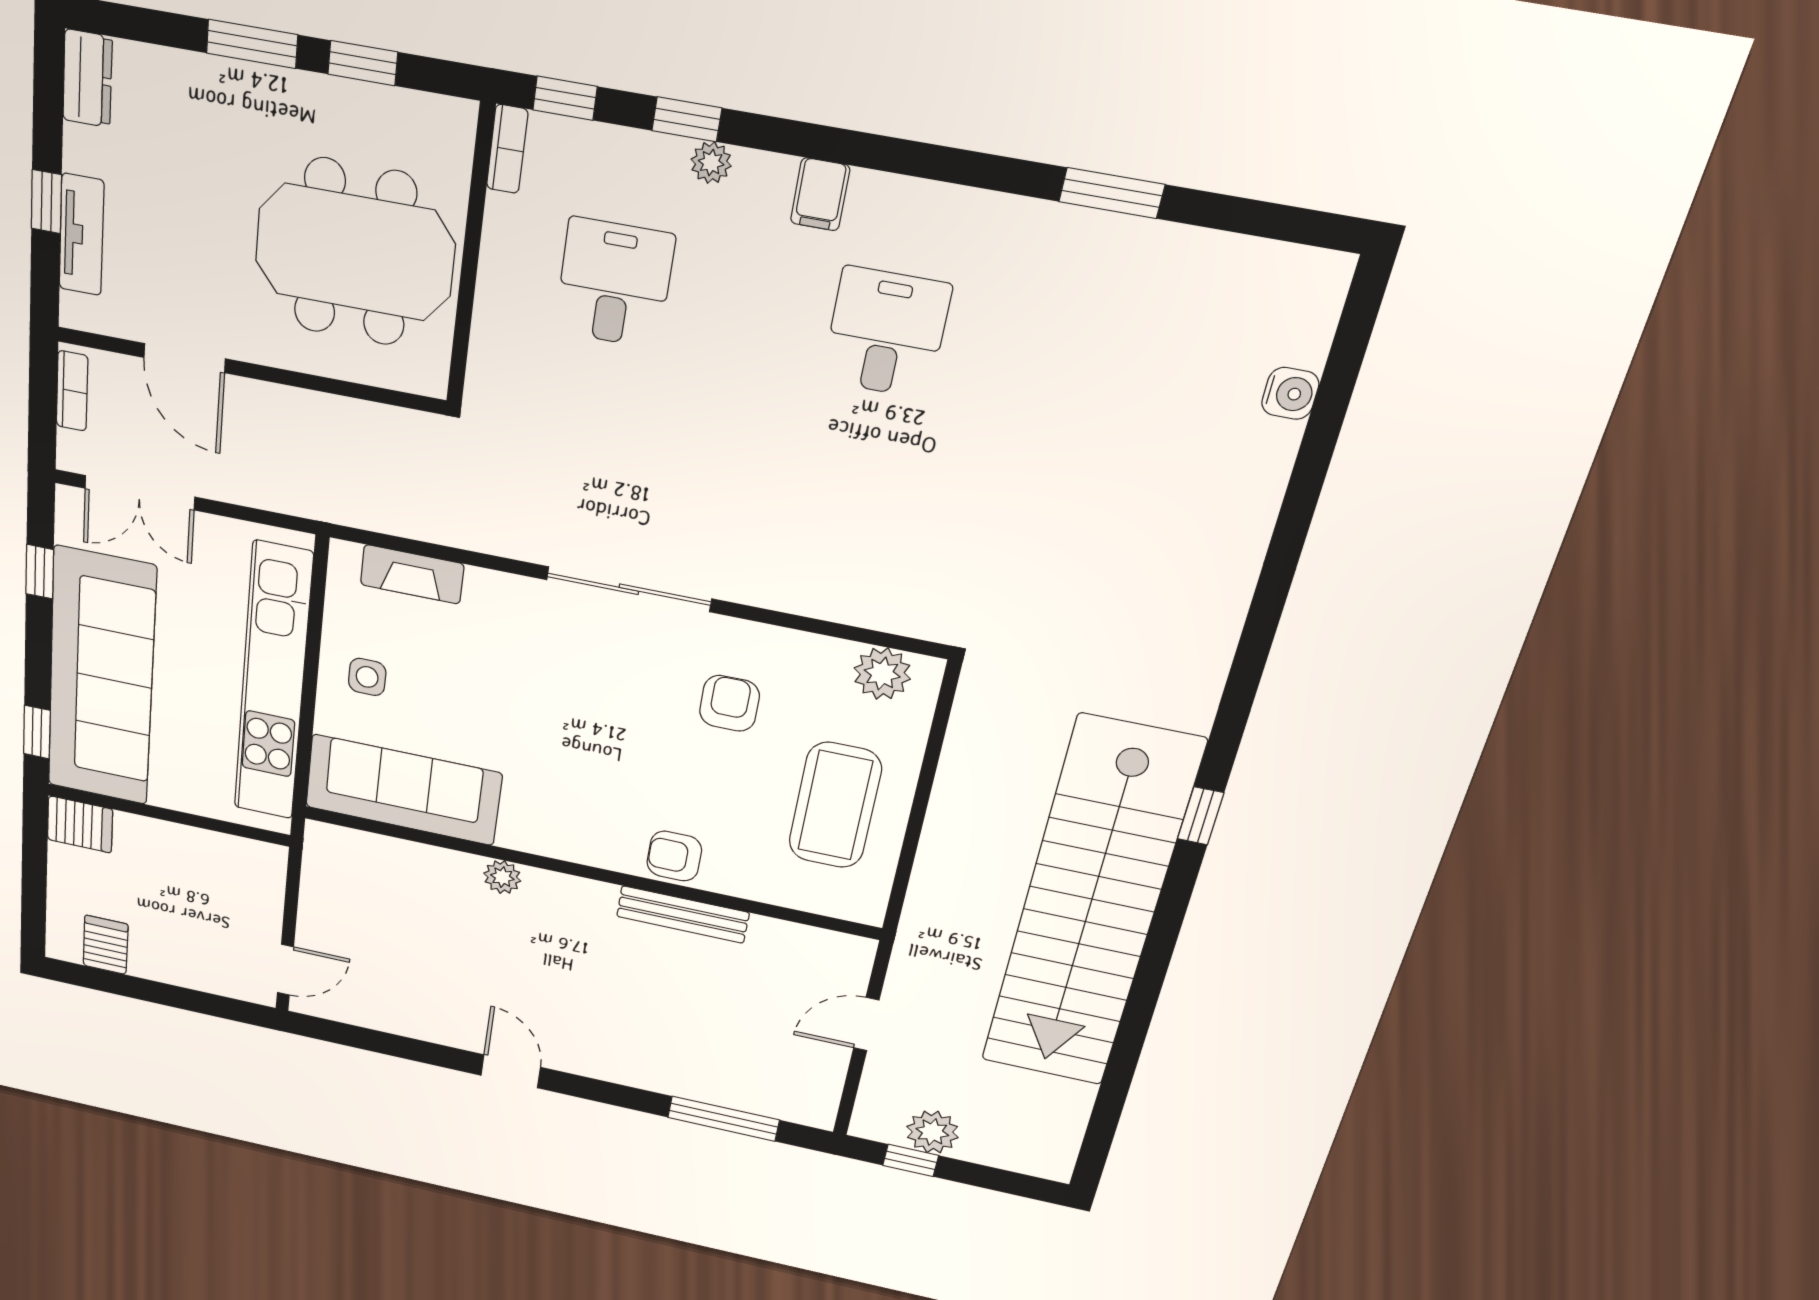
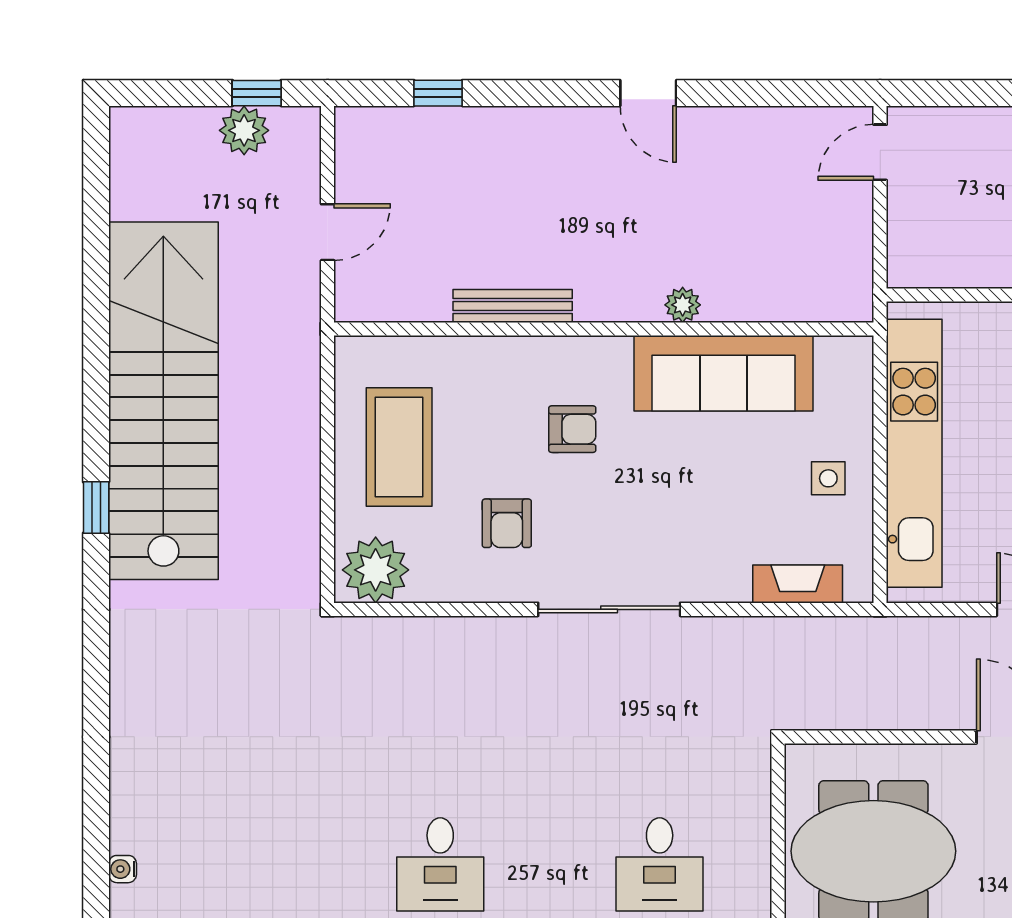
water cooler: (1290, 393) -> (123, 869), width x0.72, depth x0.72
plant: (882, 674) -> (376, 570), width x1.36, depth x1.36
sofa: (403, 790) -> (724, 373), moved
armchair: (674, 856) -> (572, 429), moved
window: (723, 1119) -> (438, 93), width x0.46

